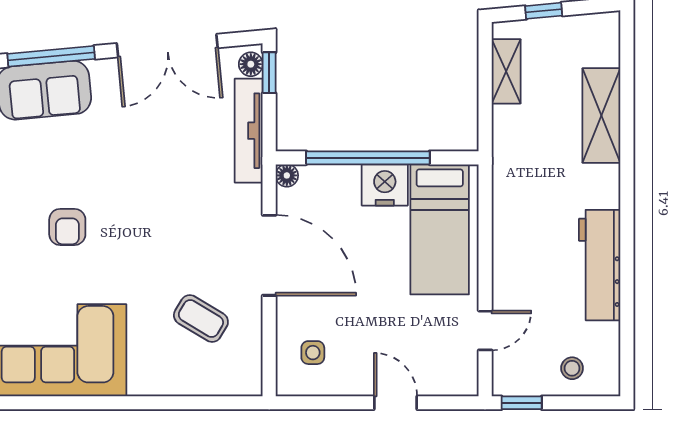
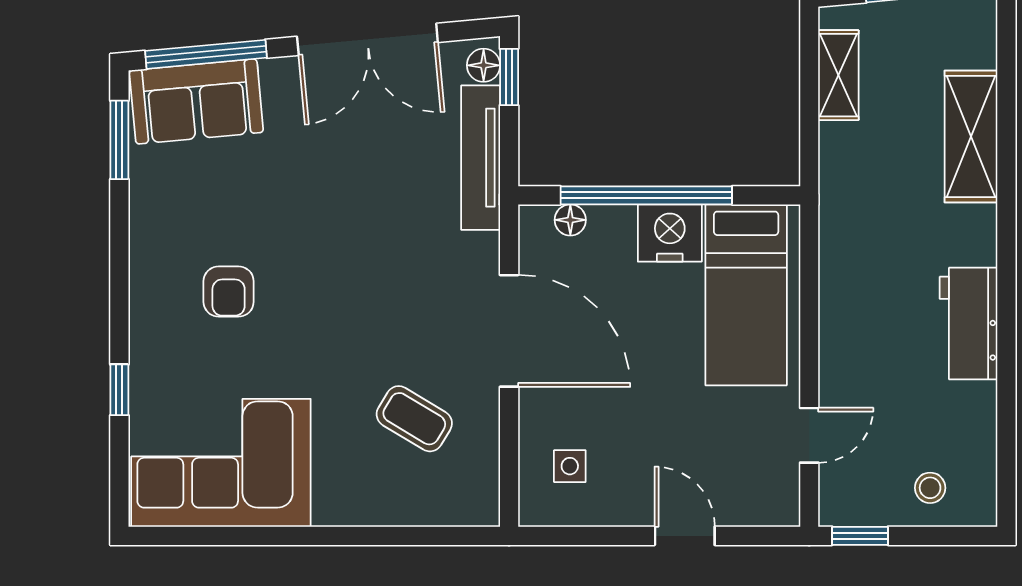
floor lamp: (287, 175) -> (570, 220), moved
workbench: (600, 265) -> (969, 324), width x0.73

